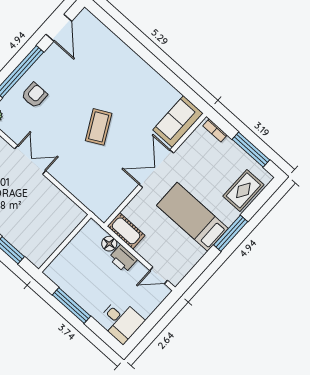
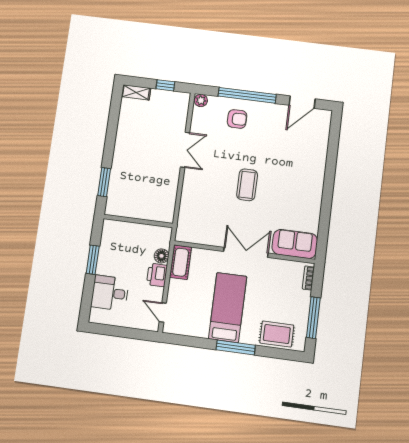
coffee table: (99, 127) -> (247, 185), turned -62
window: (71, 306) -> (93, 260), width x0.69
desk: (121, 321) -> (110, 293), moved, turned 90

